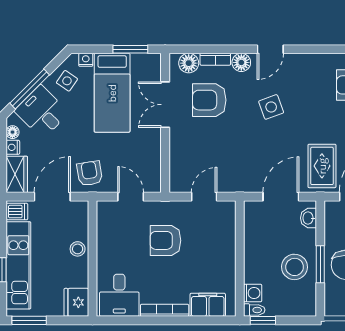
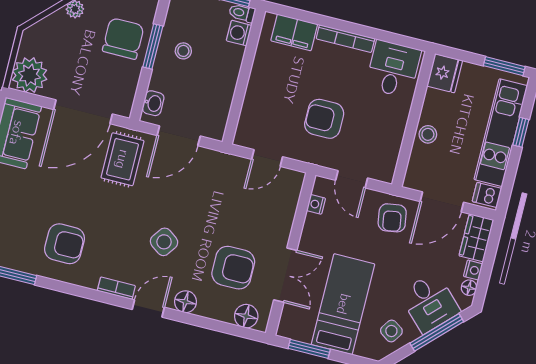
bookcase: (215, 59) -> (116, 288), moved
nightstand: (86, 60) -> (316, 204), moved, turned 90
side table: (271, 107) -> (164, 242), turned -34
armchair: (165, 240) -> (324, 119), turned 180
stool: (295, 267) -> (183, 51), width x0.53, depth x0.53

